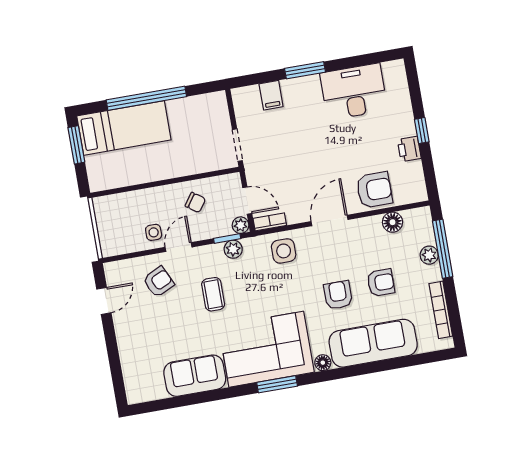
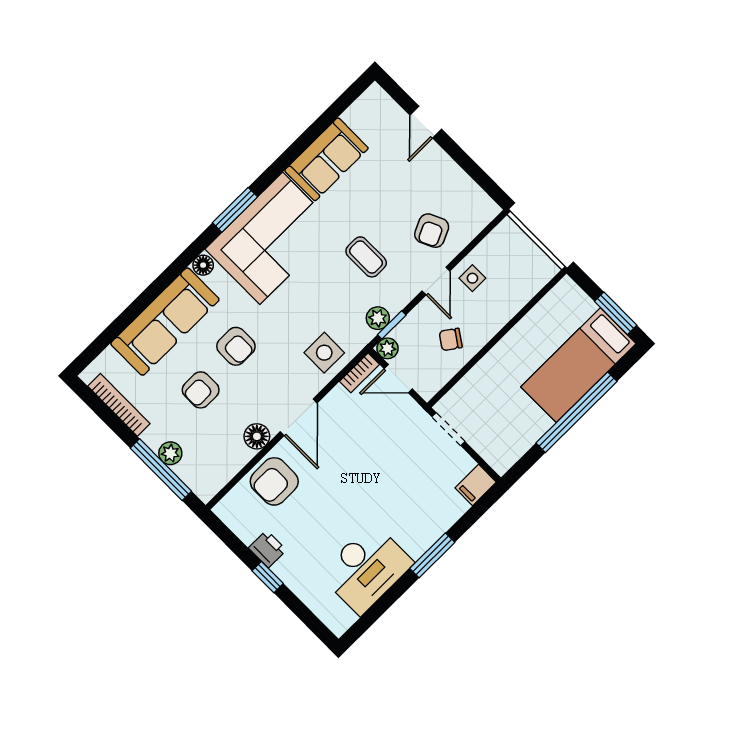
filing cabinet: (271, 95) -> (476, 485), moved, turned -90
floor lamp: (392, 222) -> (257, 436), moved
door: (104, 301) -> (426, 122), moved

